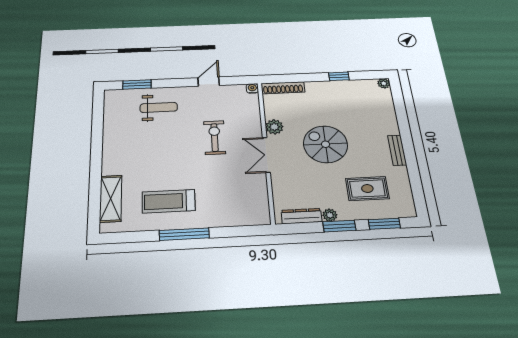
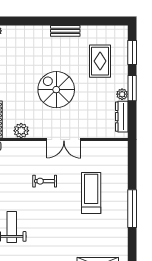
plant: (274, 127) -> (21, 131), moved
exercise bike: (215, 137) -> (45, 181), width x0.73, depth x0.72
spiral stairs: (326, 144) -> (56, 90), turned 90
treadmill: (169, 201) -> (91, 193), moved, turned 180

